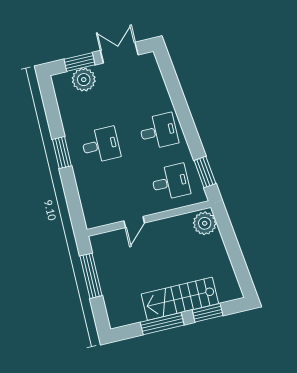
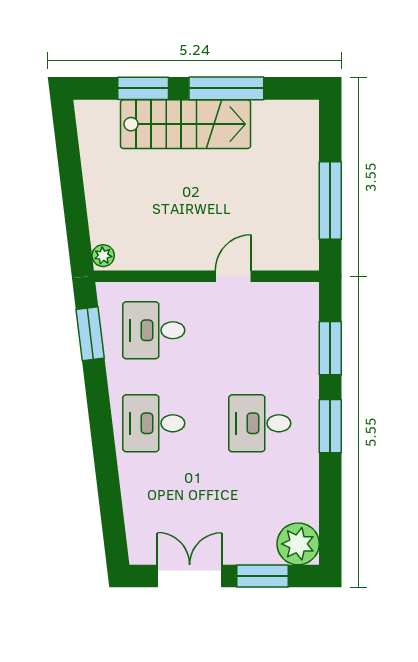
double door: (119, 53) -> (190, 576), swing flipped
plant: (84, 80) -> (298, 544), moved
window: (72, 195) -> (330, 348), added
plant: (205, 223) -> (103, 256), width x0.53, depth x0.53

